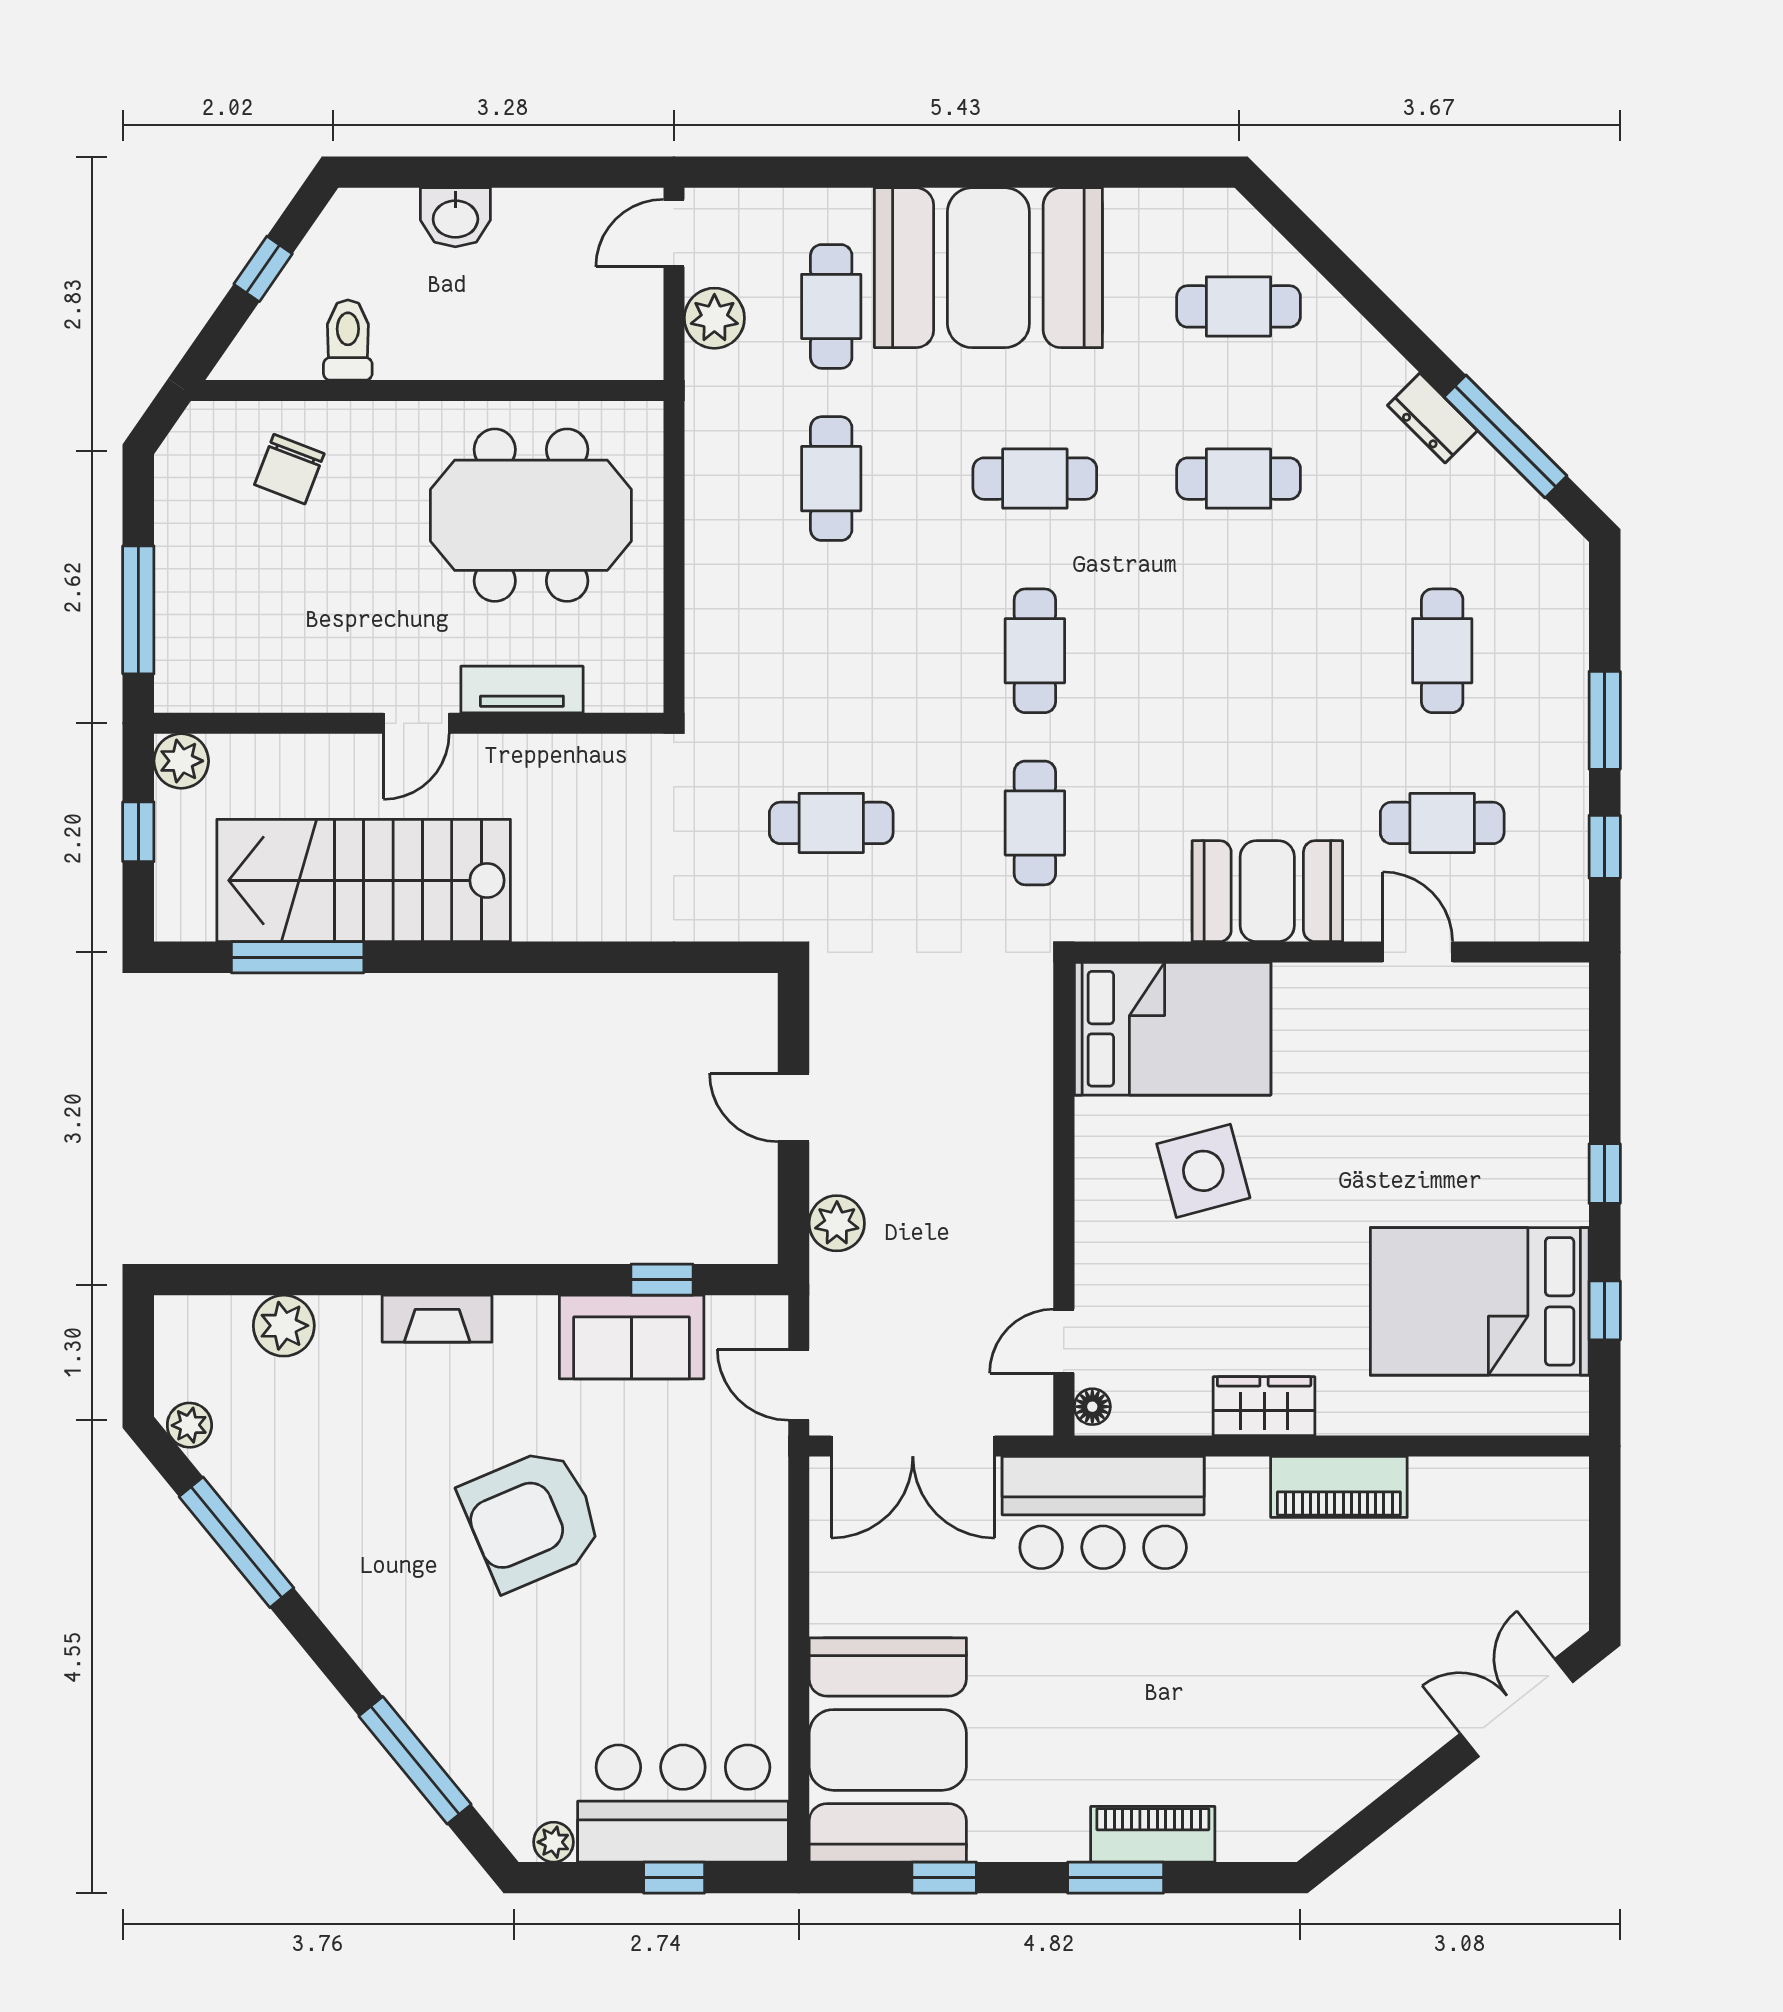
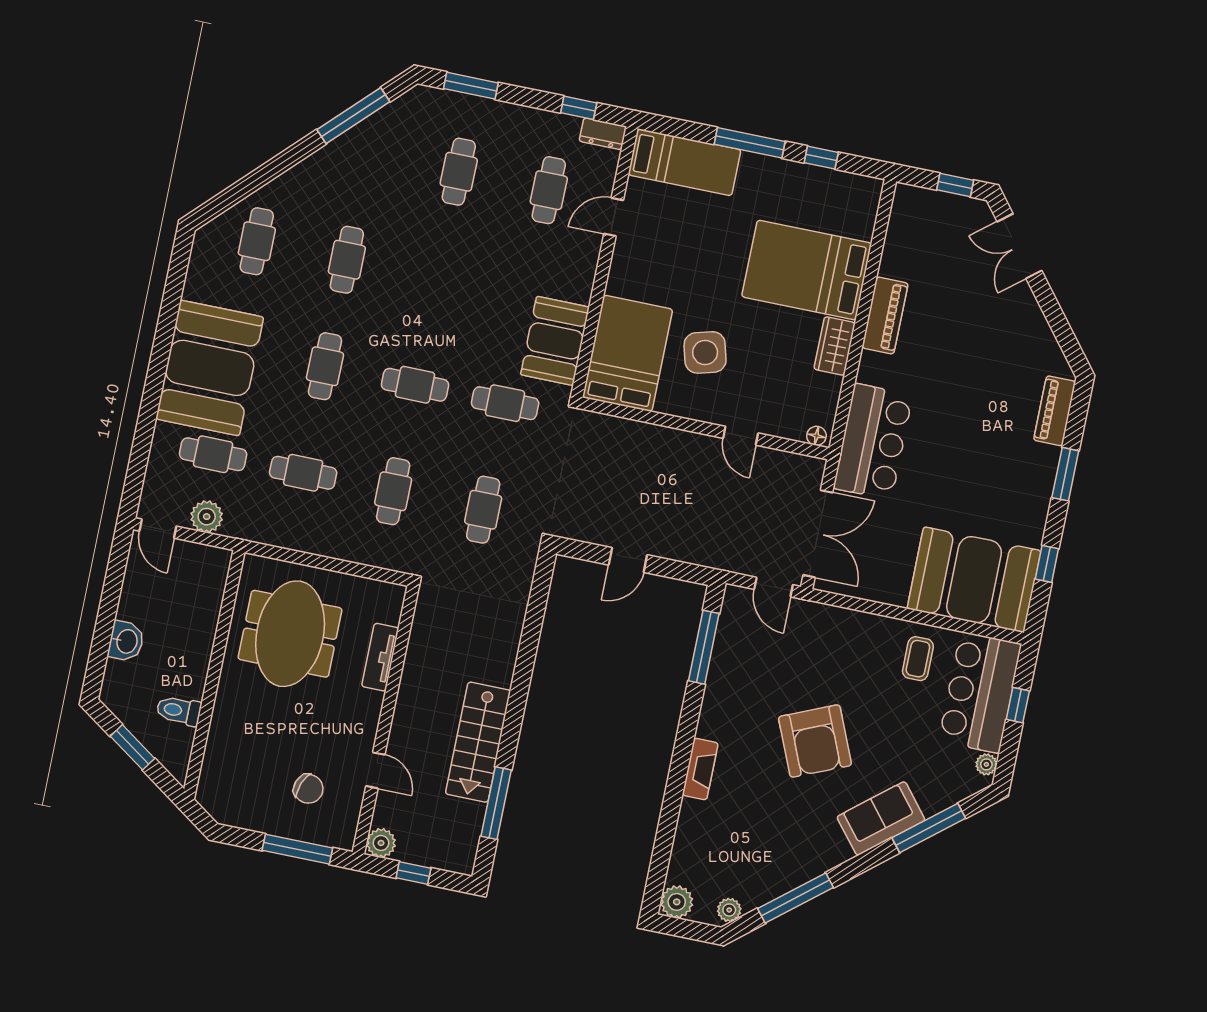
window: (263, 269) -> (132, 747), width x1.50
dresser: (1432, 418) -> (603, 134), moved, turned 45
chair: (289, 469) -> (308, 789), moved
cafe table: (831, 651) -> (393, 491), added
cafe table: (1442, 651) -> (459, 172), turned 90
window: (1605, 720) -> (471, 86), moved
door: (416, 723) -> (375, 770), moved
stairs: (364, 880) -> (478, 742), width x0.73, depth x0.66
booth: (1267, 891) -> (555, 341), moved
bed: (1545, 1061) -> (684, 162), added
window: (1605, 1174) -> (750, 143), width x2.17
plant: (837, 1223) -> (693, 550), removed
window: (662, 1280) -> (704, 647), width x2.17
bed: (1480, 1301) -> (807, 270), moved, turned 90
plant: (284, 1326) -> (677, 902), moved
sofa: (632, 1337) -> (881, 818), moved, turned -129
door: (1064, 1341) -> (741, 436), moved
door: (799, 1385) -> (773, 587), hinge flipped
window: (1605, 1567) -> (955, 185), added
coffee table: (722, 1677) -> (918, 659), added
piano: (1153, 1834) -> (1055, 411), moved

